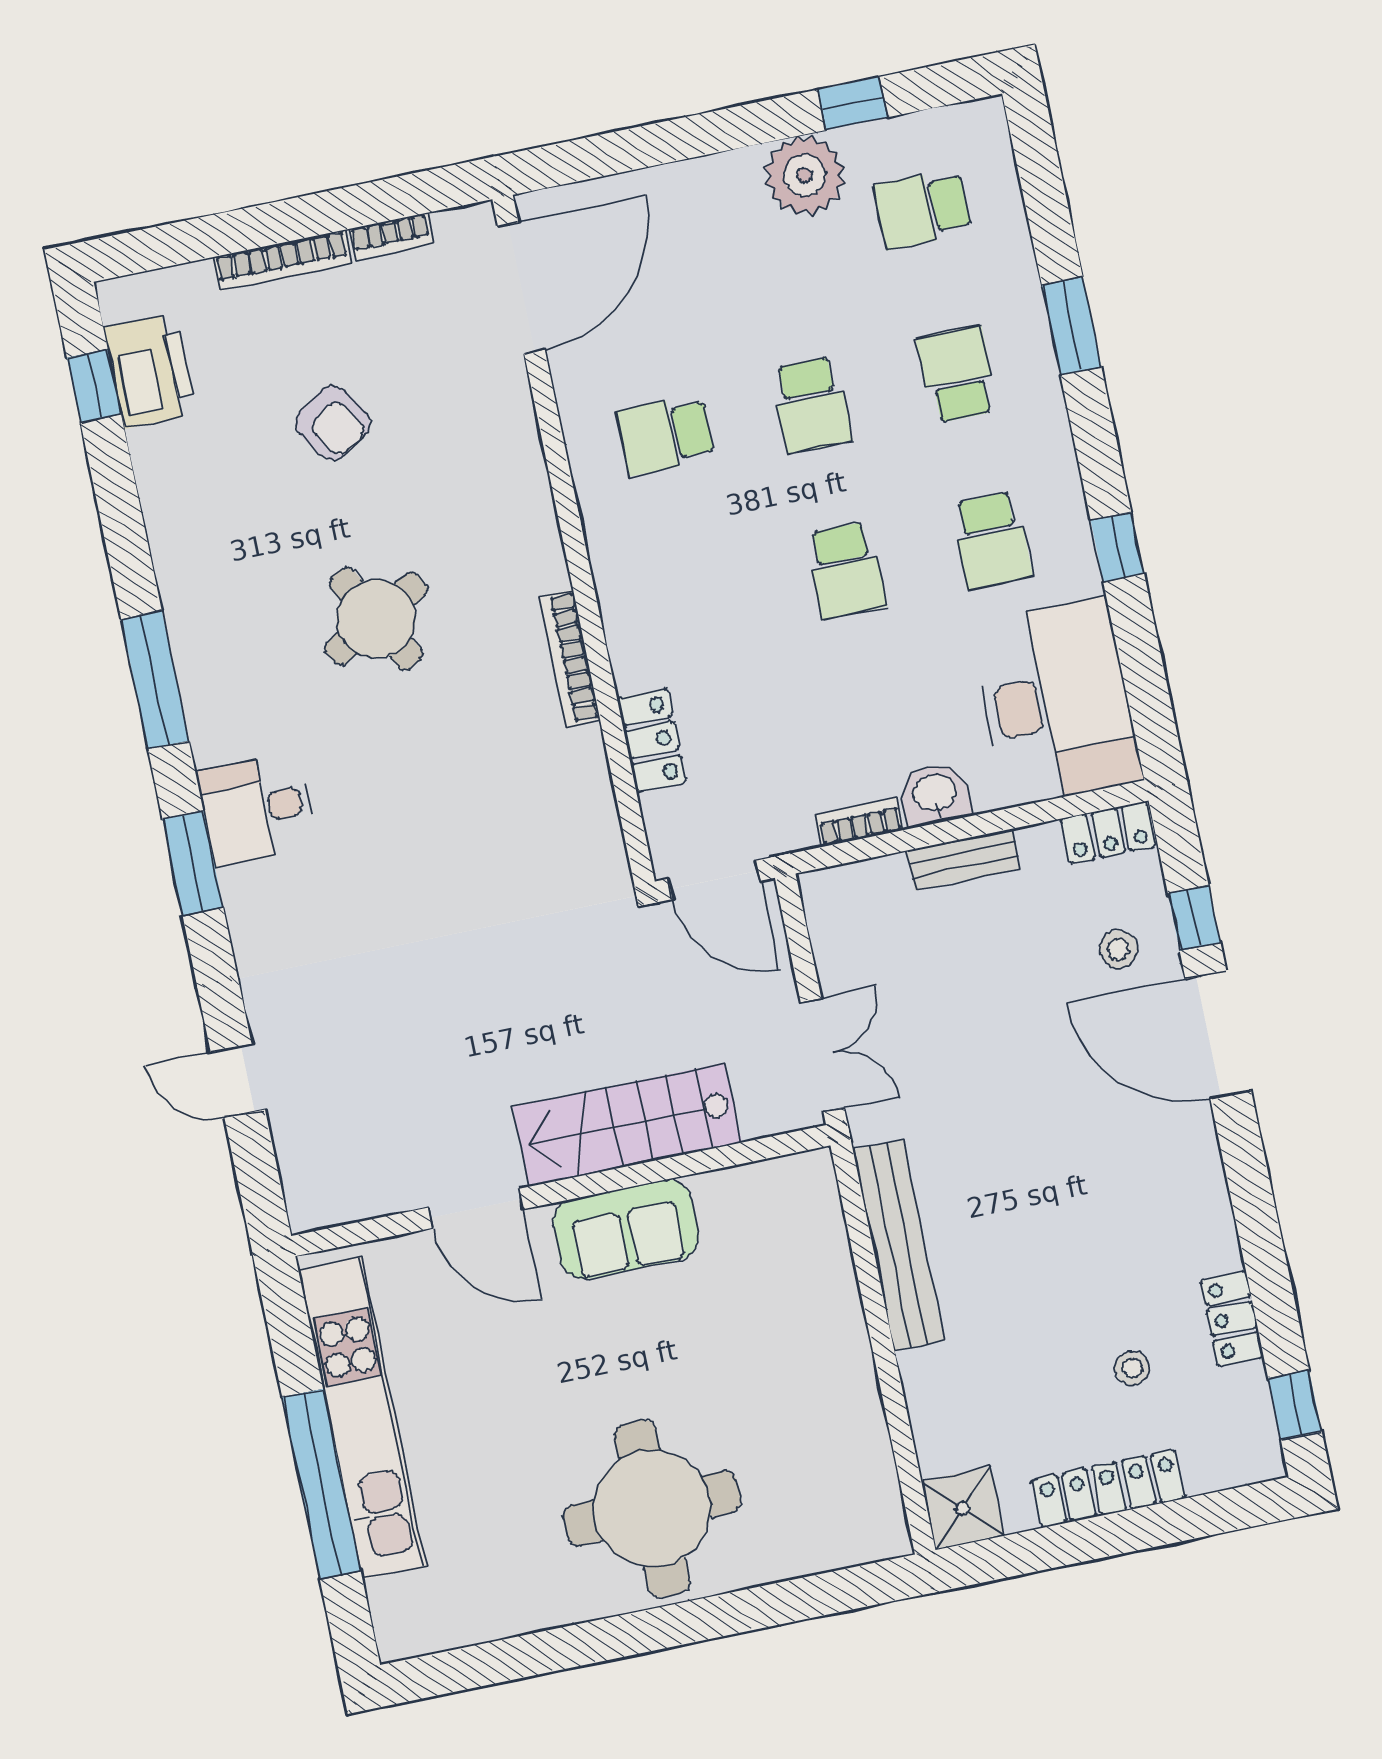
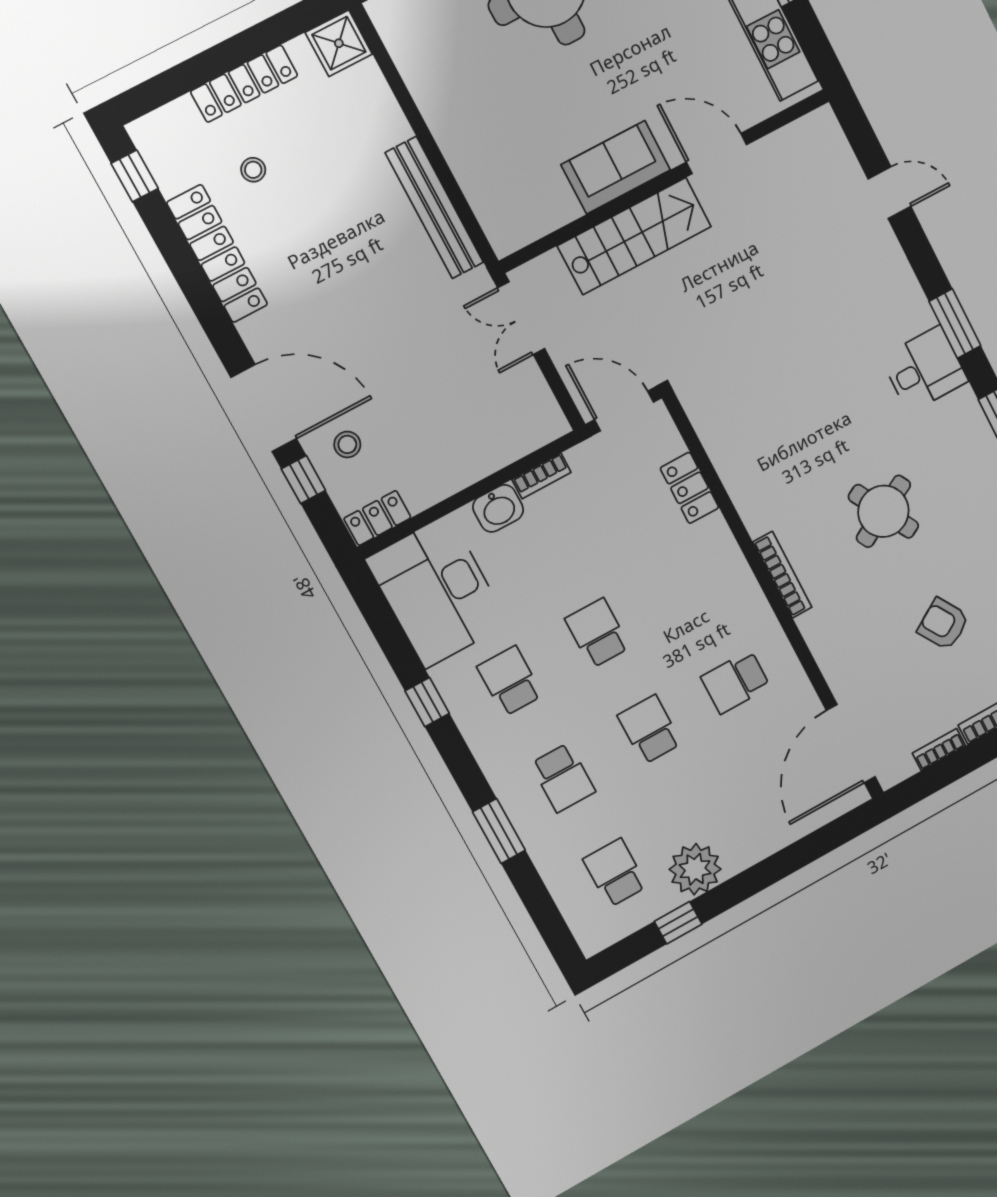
school desk: (923, 209) -> (615, 873), turned -90
school desk: (666, 435) -> (736, 682), turned 180
bookcase: (570, 658) -> (782, 575), moved
bench: (964, 860) -> (467, 472), removed
locker: (1232, 1319) -> (217, 254), width x2.16, depth x1.21

